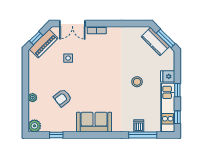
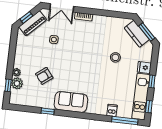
stool: (137, 82) -> (115, 57), moved
window: (25, 112) -> (8, 85), added
plant: (34, 126) -> (17, 83), moved
window: (56, 135) -> (48, 111), moved
window: (143, 135) -> (125, 120), moved

